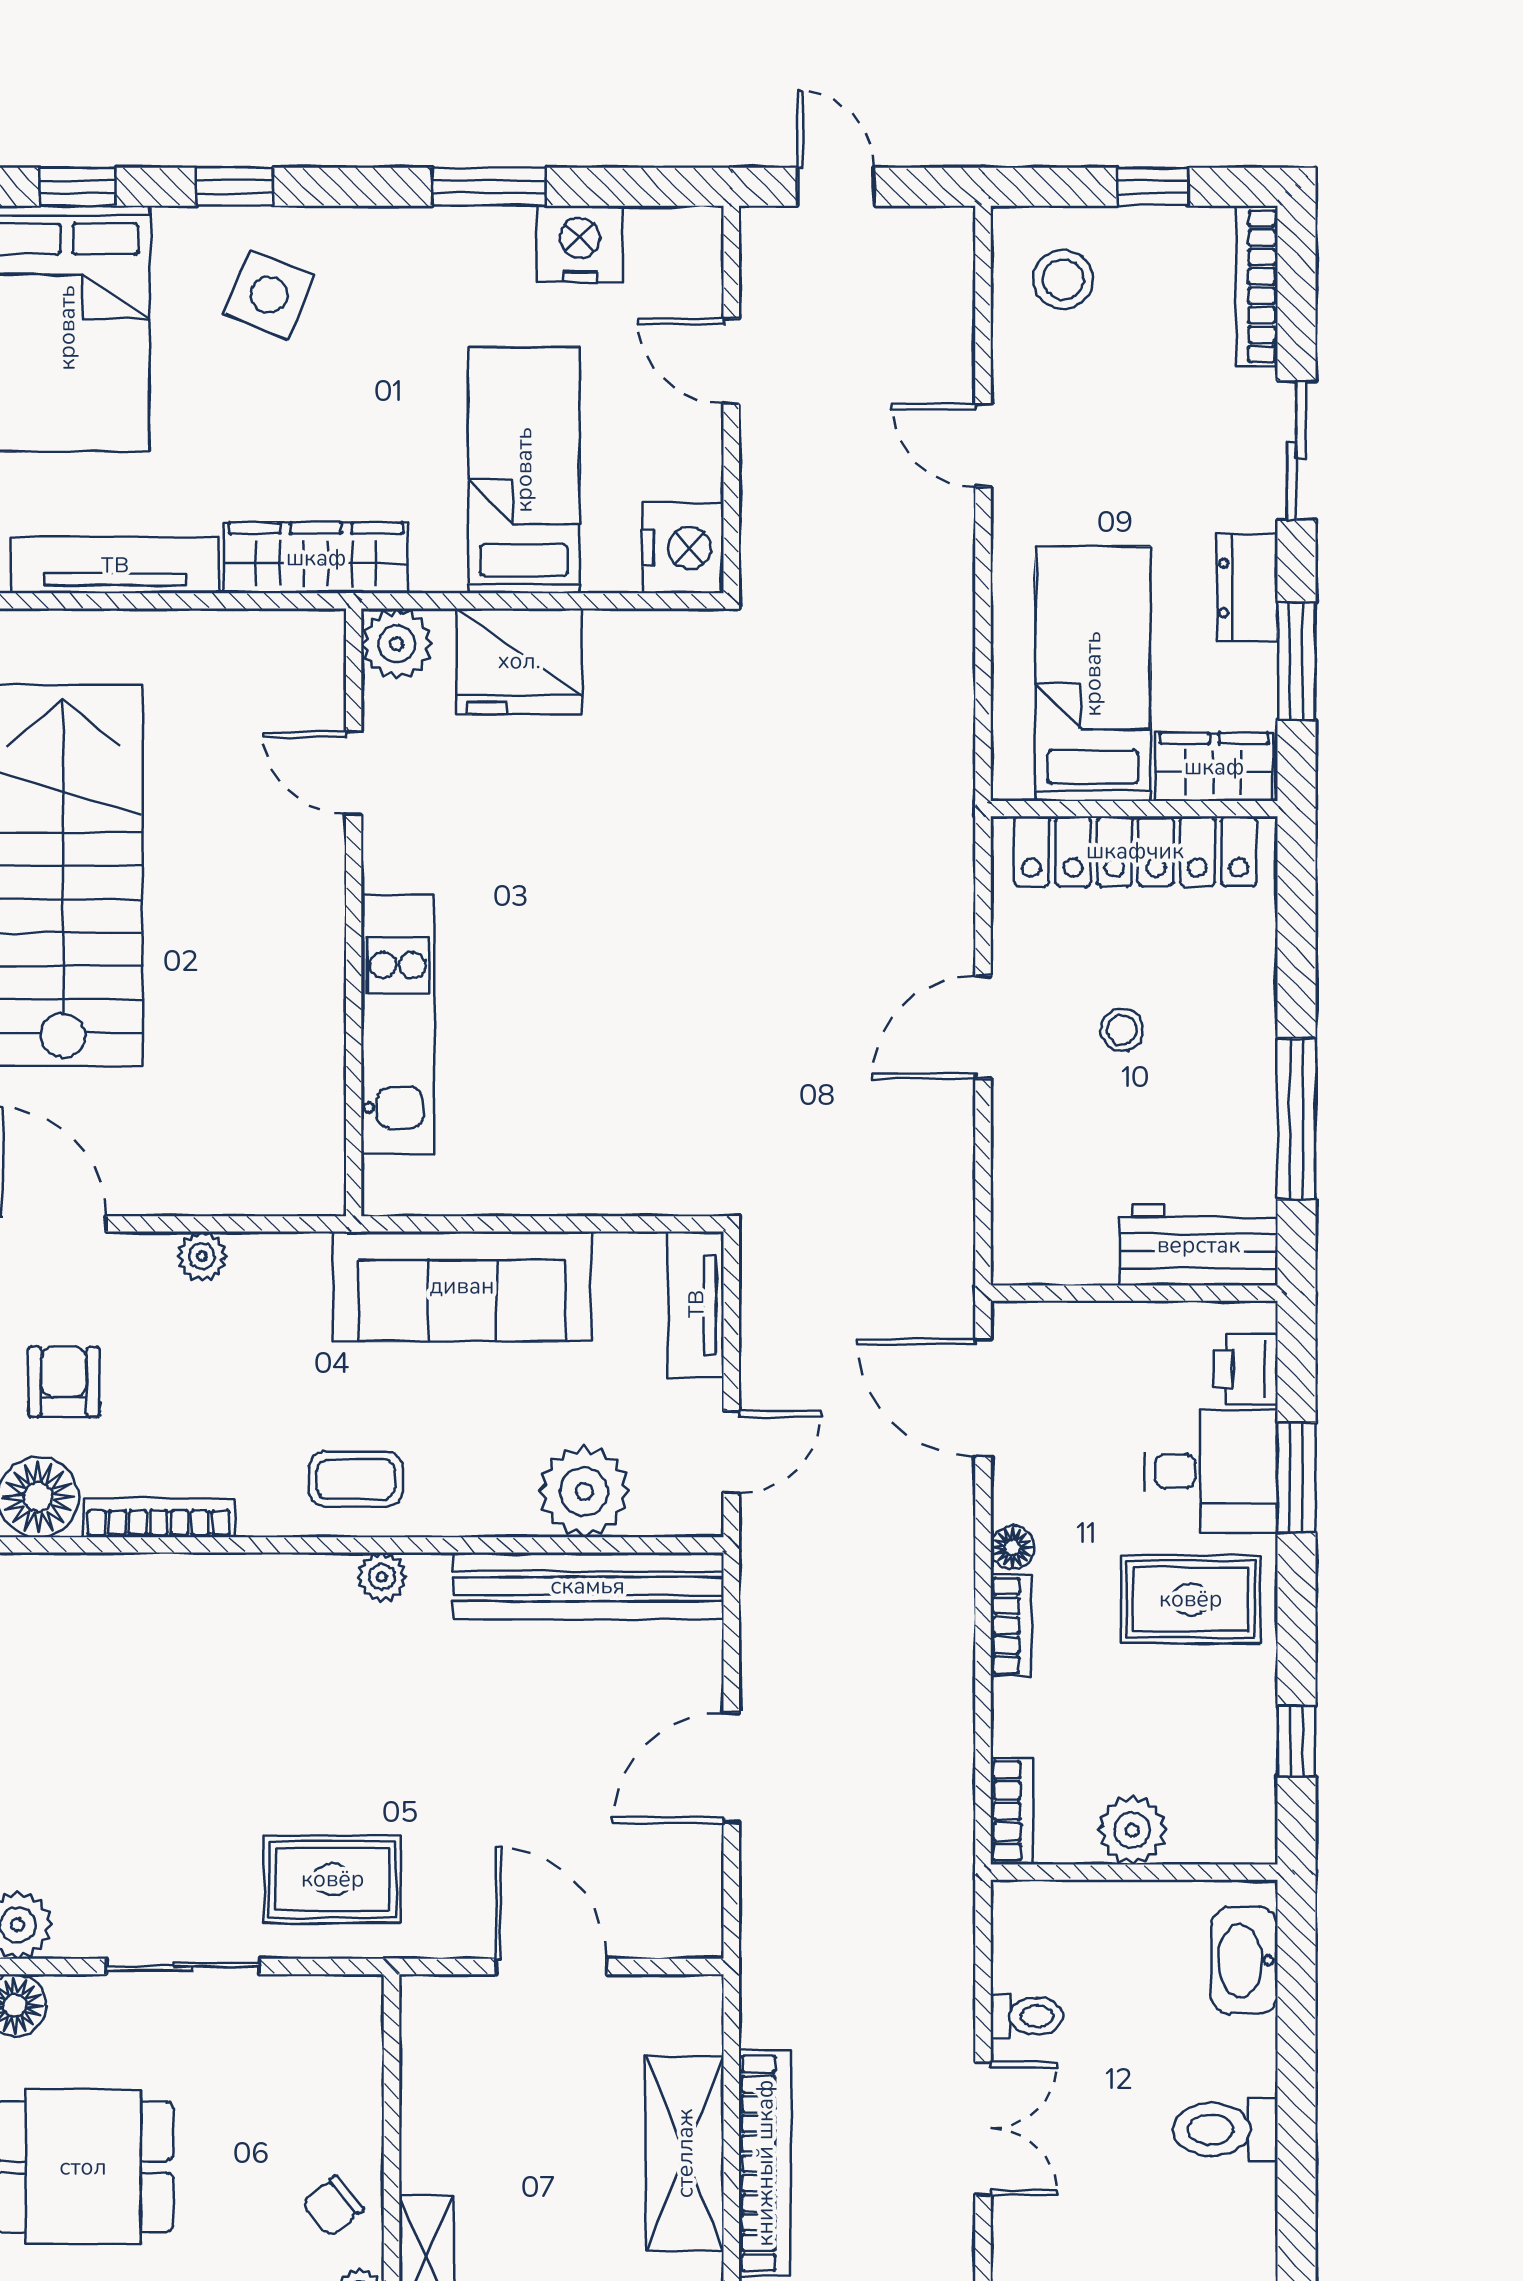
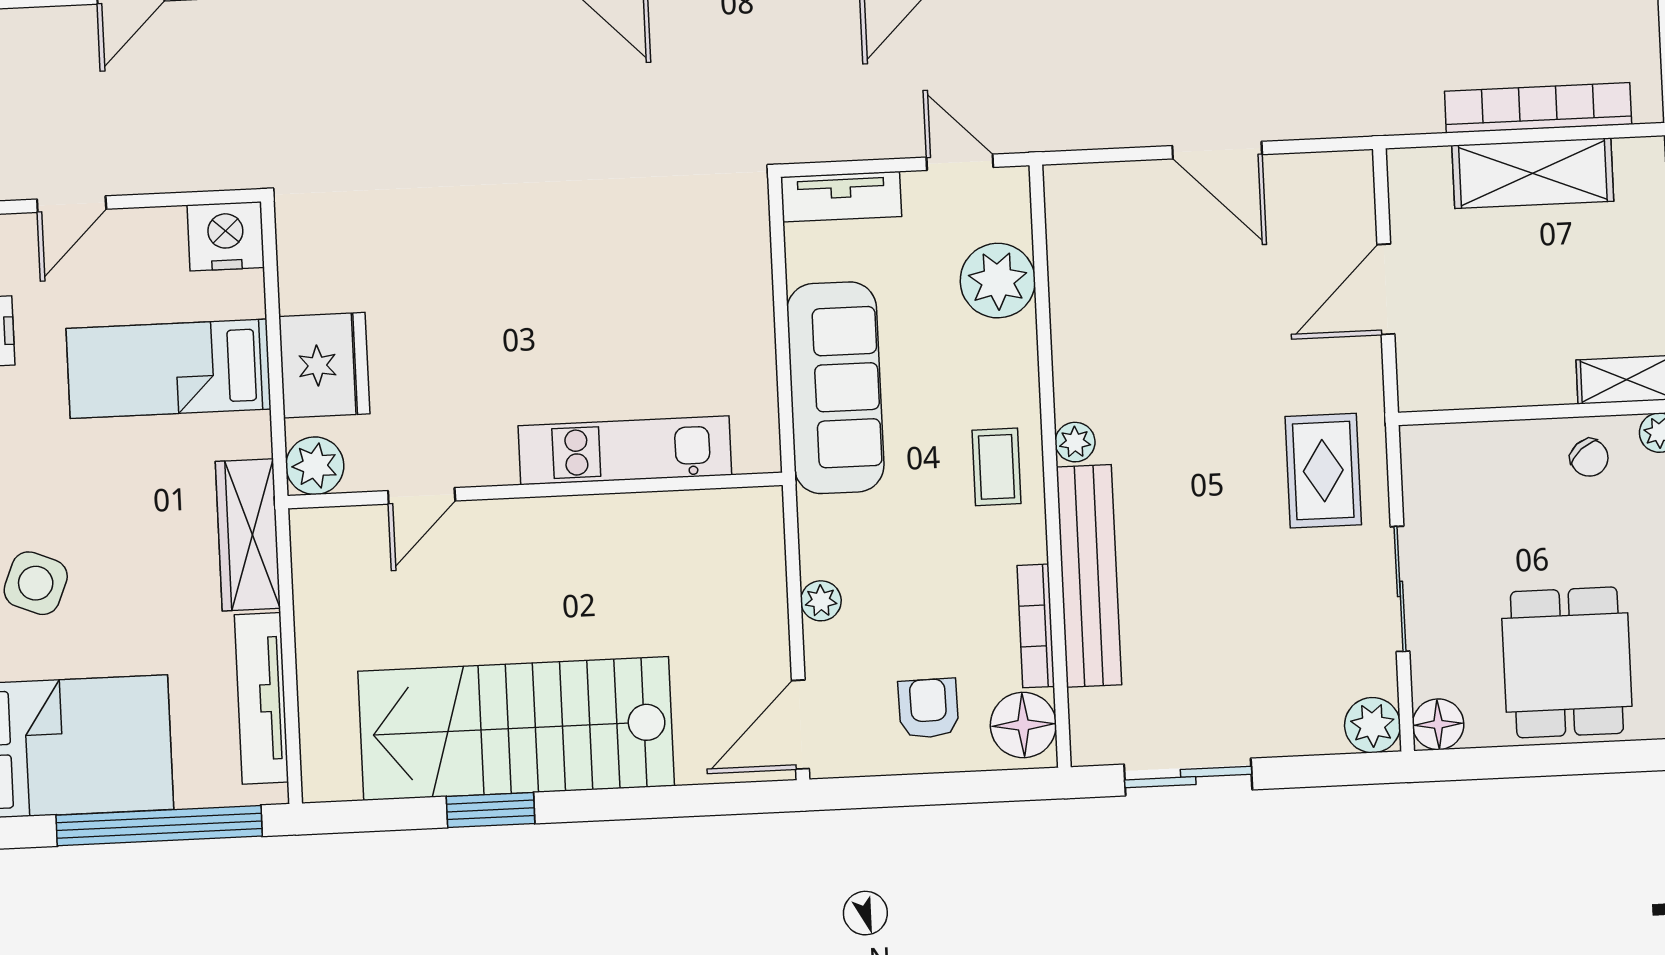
armchair: (64, 1382) -> (928, 708), turned 89
bench: (588, 1586) -> (1089, 576), moved

